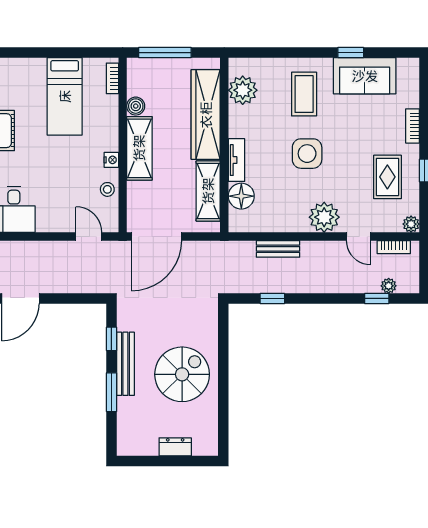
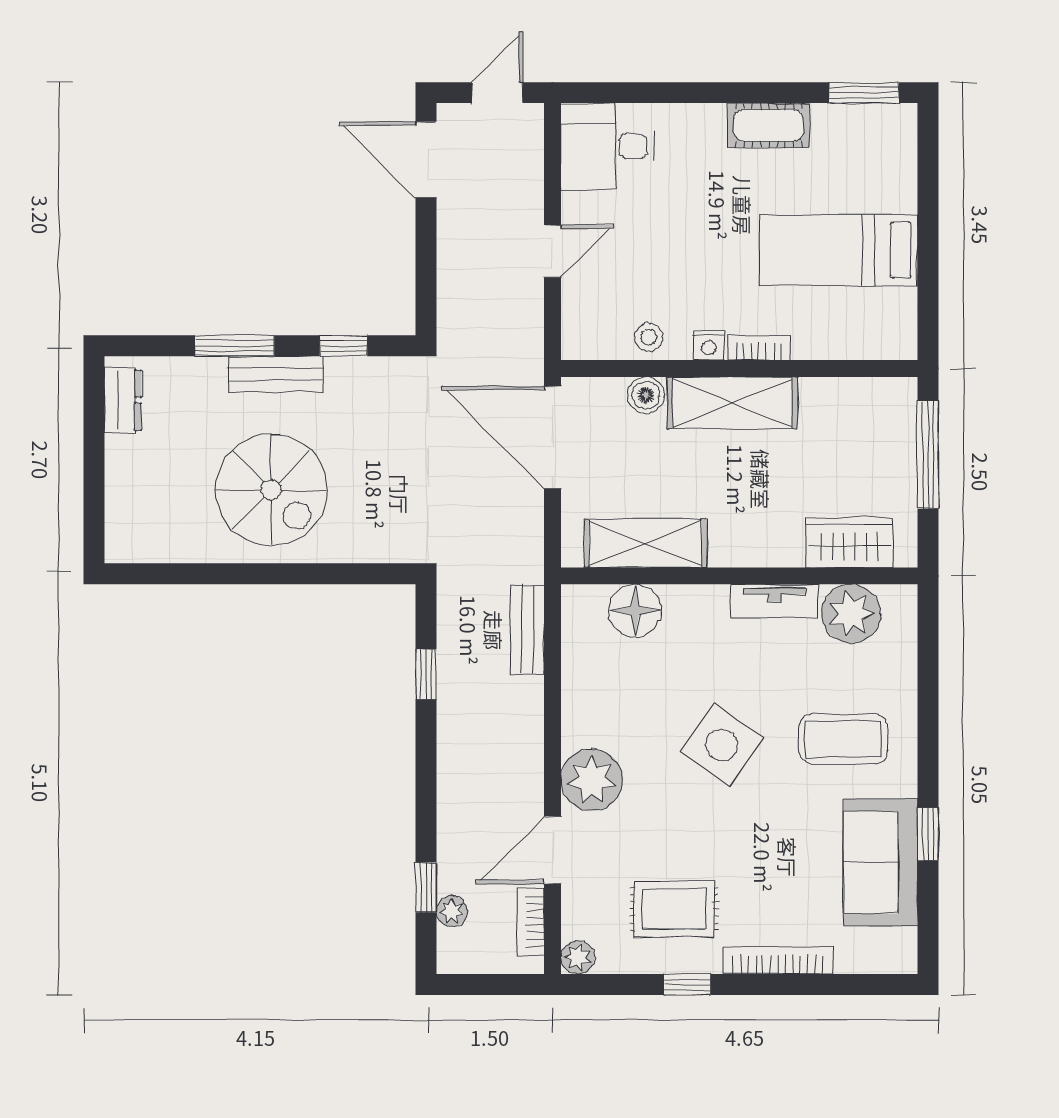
bookcase: (112, 78) -> (759, 348), moved
boiler: (136, 106) -> (646, 395), moved
wardrobe: (206, 115) -> (849, 542), width x0.48, depth x0.85
bookcase: (413, 126) -> (778, 960), width x1.56
side table: (307, 154) -> (722, 745), turned 35
tv unit: (237, 160) -> (775, 601), moved
door: (89, 236) -> (553, 251), moved
door: (359, 236) -> (553, 850), width x1.38
bench: (278, 249) -> (527, 630), moved
bench: (125, 364) -> (275, 374), width x0.73
dresser: (175, 447) -> (123, 400), moved

